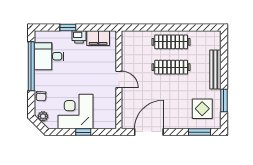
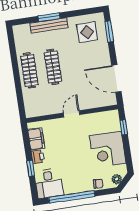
desk: (49, 56) -> (49, 183), moved
window: (224, 101) -> (49, 17), moved
window: (83, 132) -> (124, 127), moved

